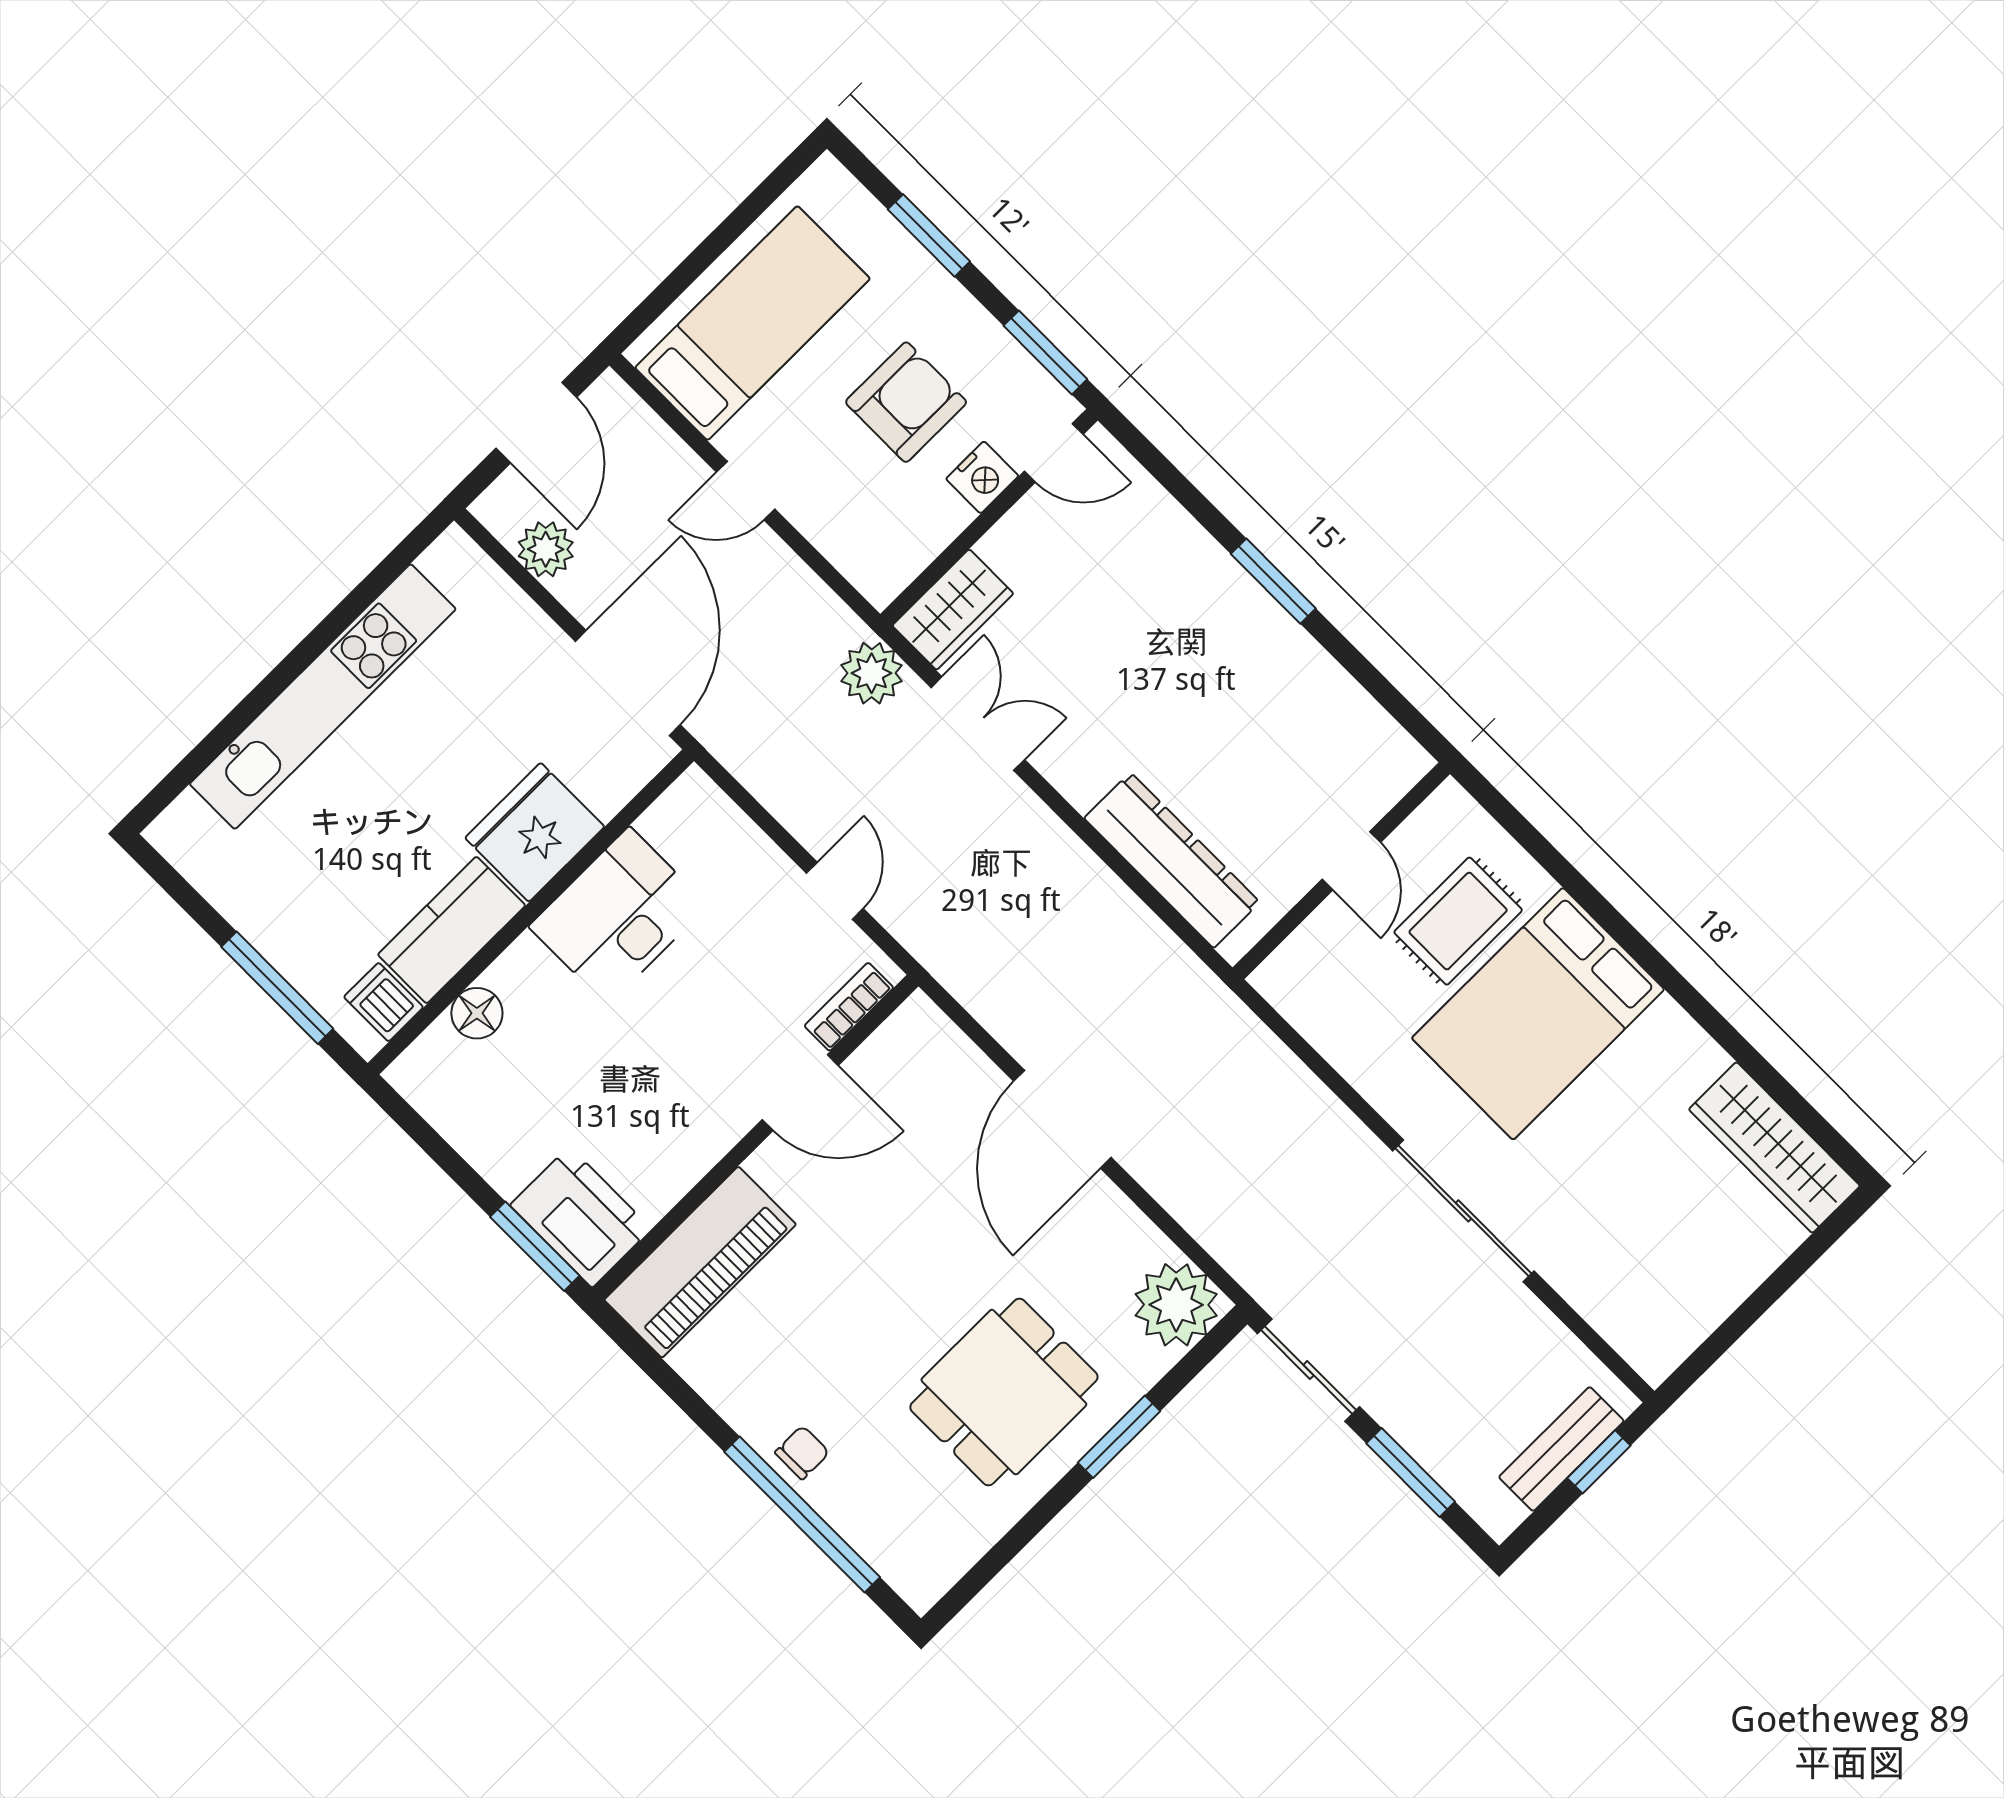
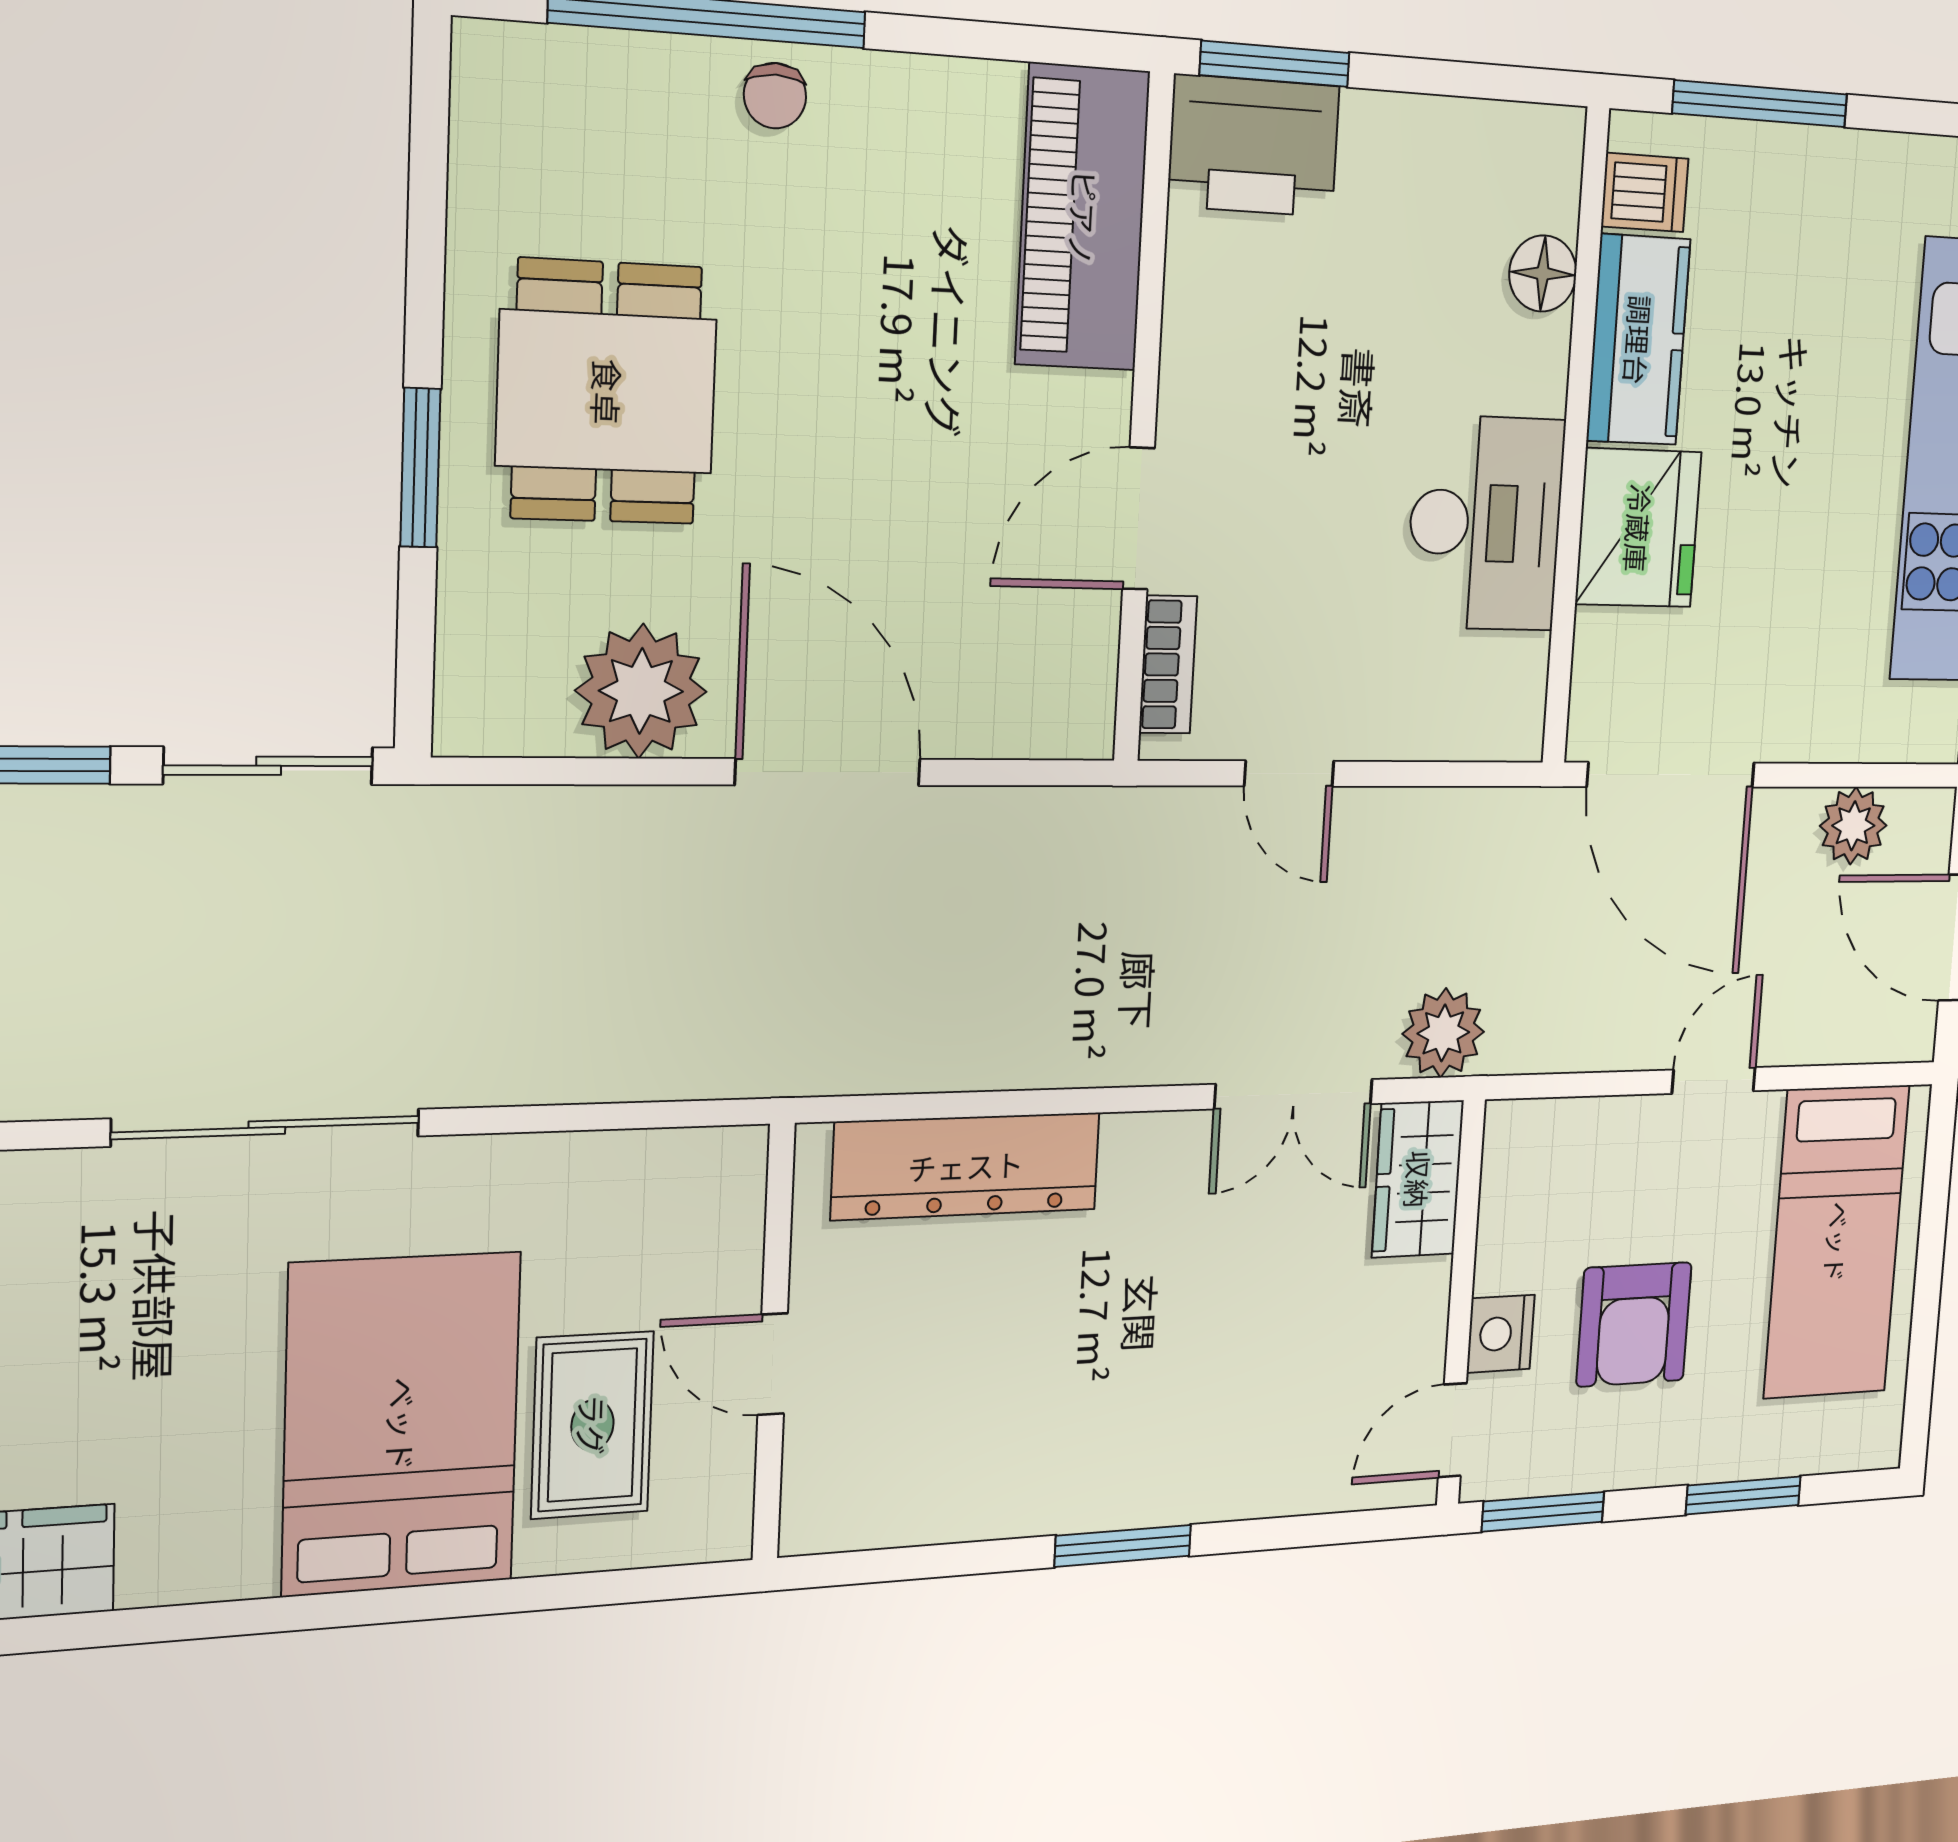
plant: (1176, 1305) -> (641, 691), moved

